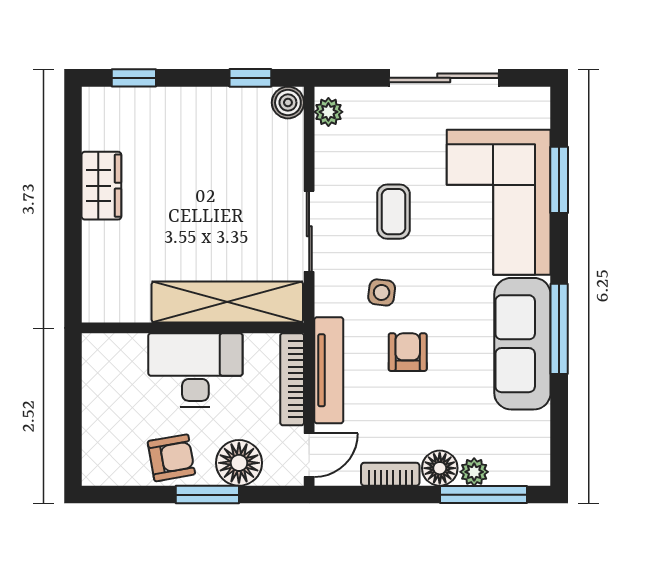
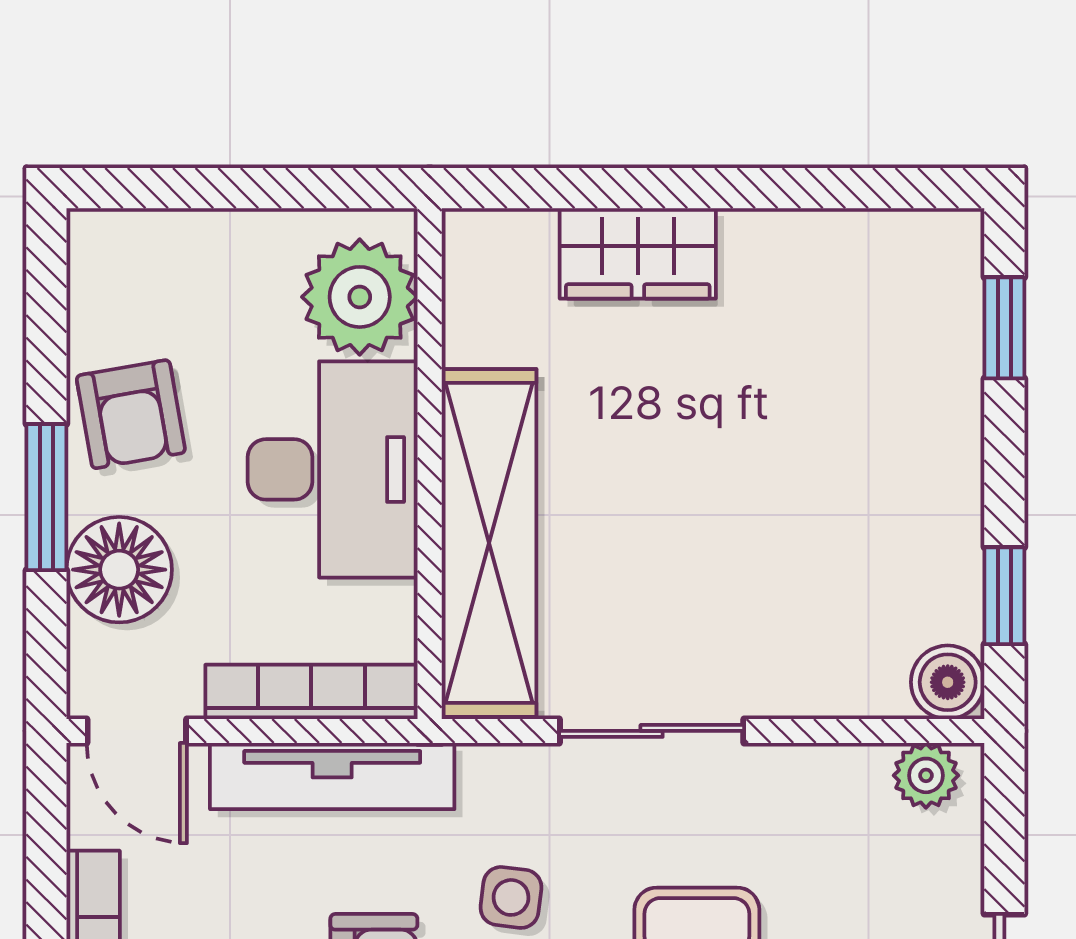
wardrobe: (101, 186) -> (638, 253), moved
plant: (120, 358) -> (360, 297), added

